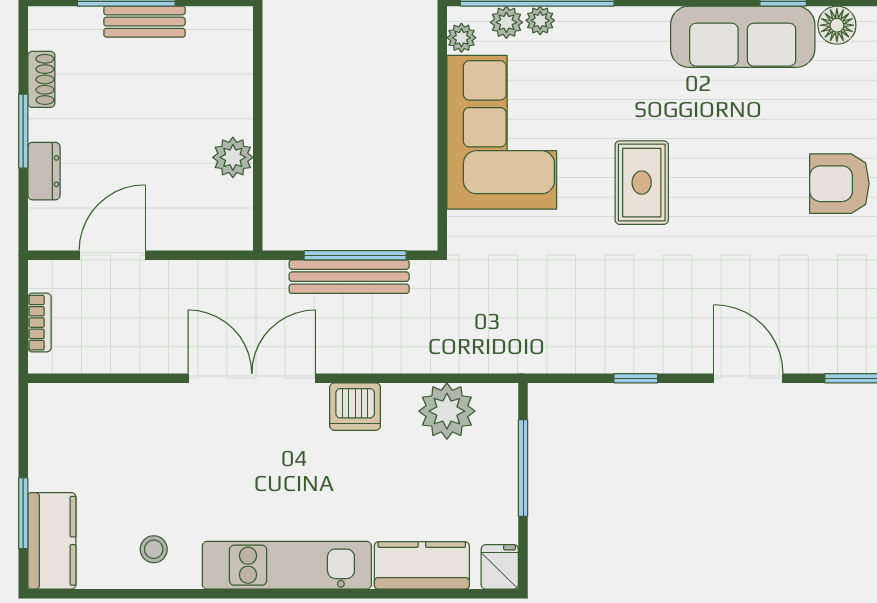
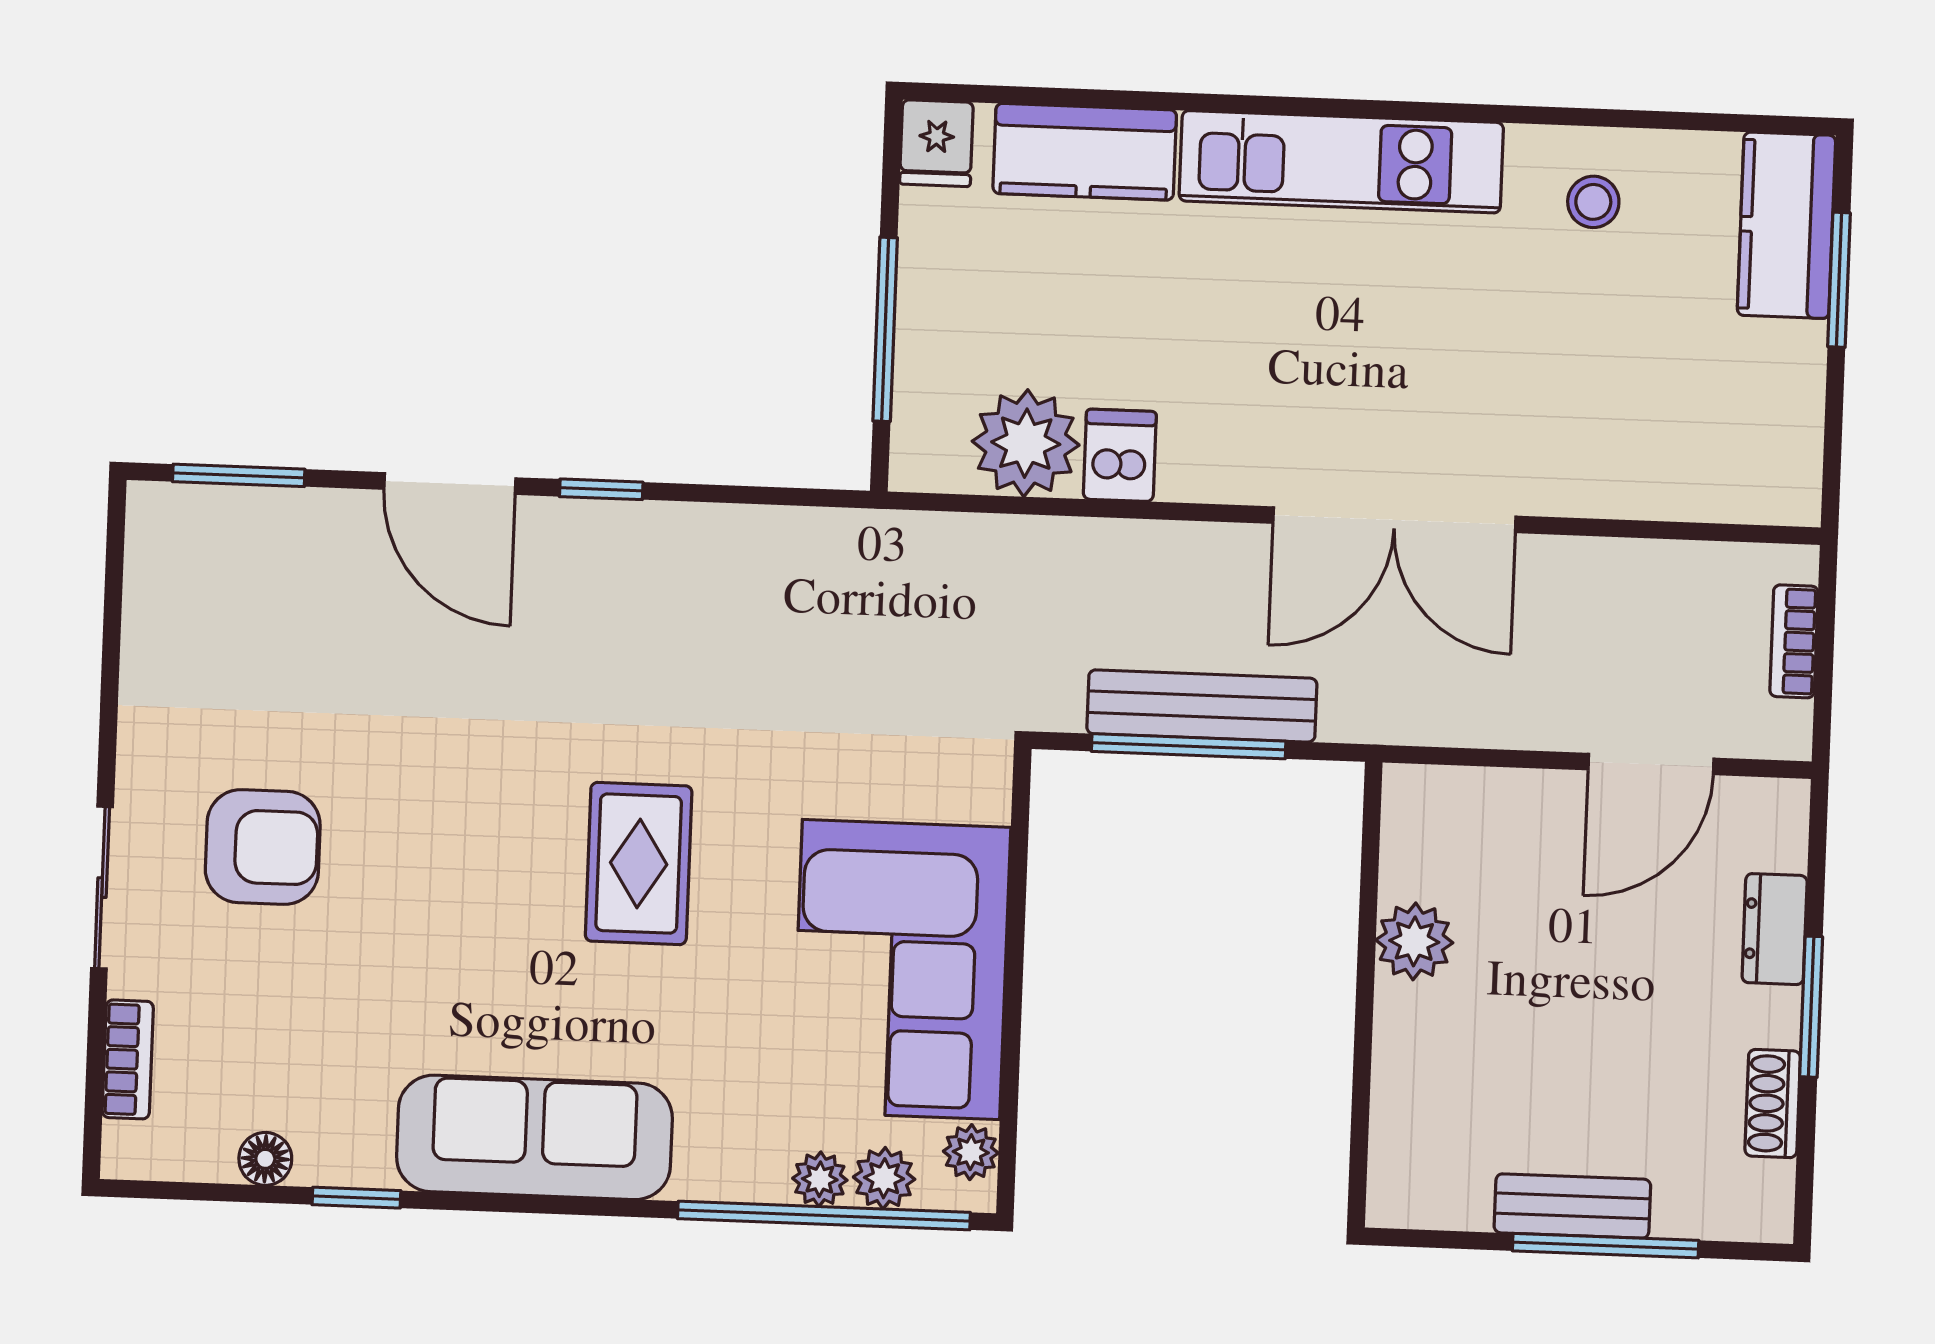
floor lamp: (837, 25) -> (265, 1159), width x0.73, depth x0.73
sofa: (743, 37) -> (534, 1137), moved
window: (636, 378) -> (601, 489), moved
dishwasher: (355, 407) -> (1120, 455), moved, width x0.73

